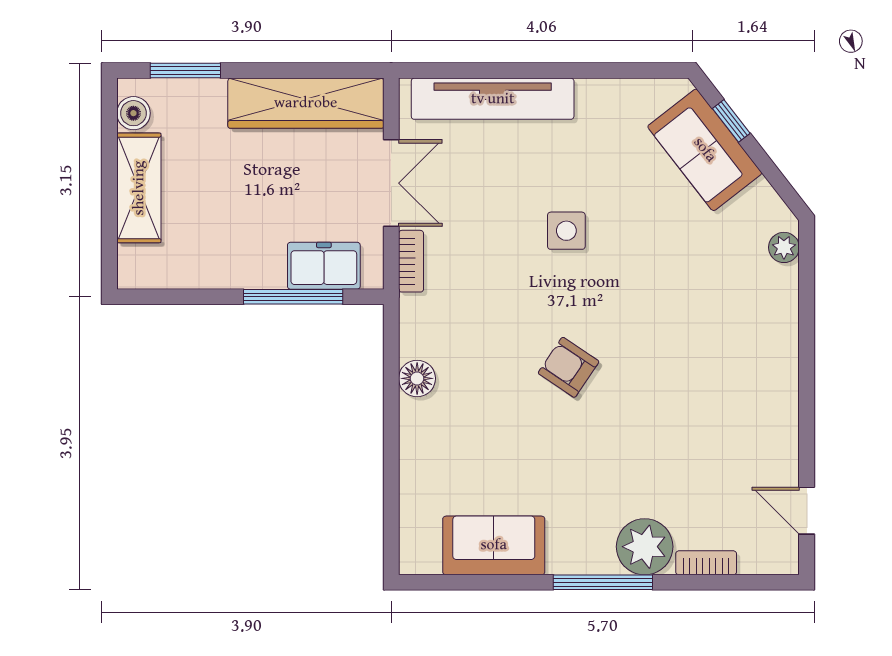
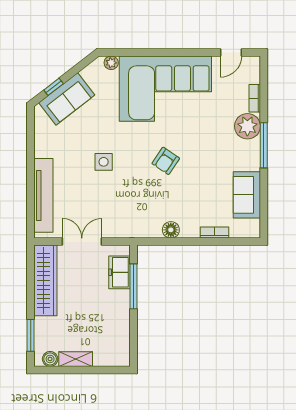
shelving: (139, 188) -> (76, 359), width x0.67, depth x0.75
bookcase: (411, 261) -> (214, 233), moved
corner sofa: (727, 367) -> (165, 89), added

